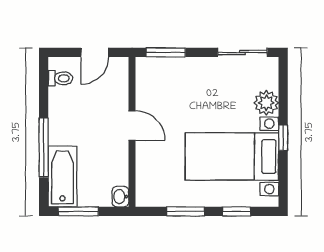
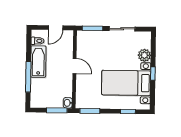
sliding door: (242, 52) -> (122, 29), moved
bathtub: (62, 176) -> (38, 62), moved
window: (78, 211) -> (57, 110), moved
window: (186, 211) -> (90, 111), moved

